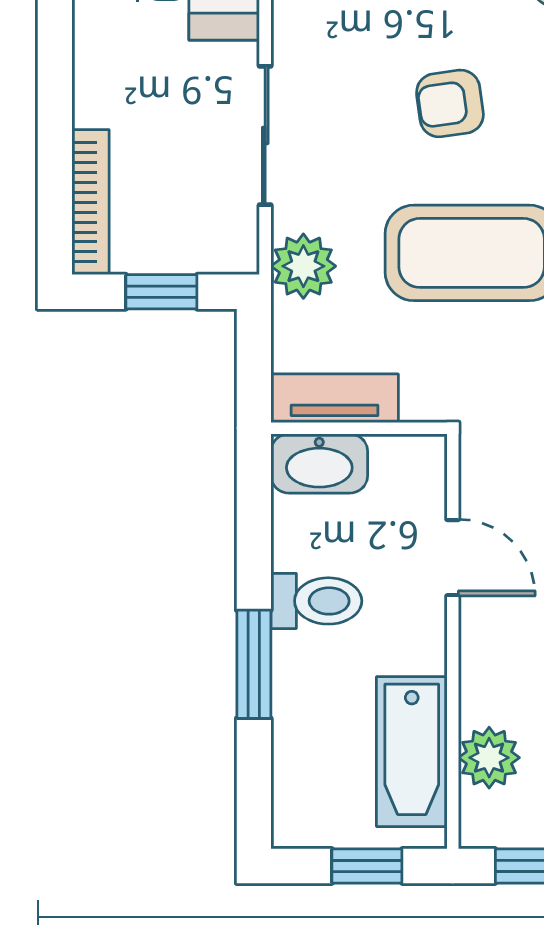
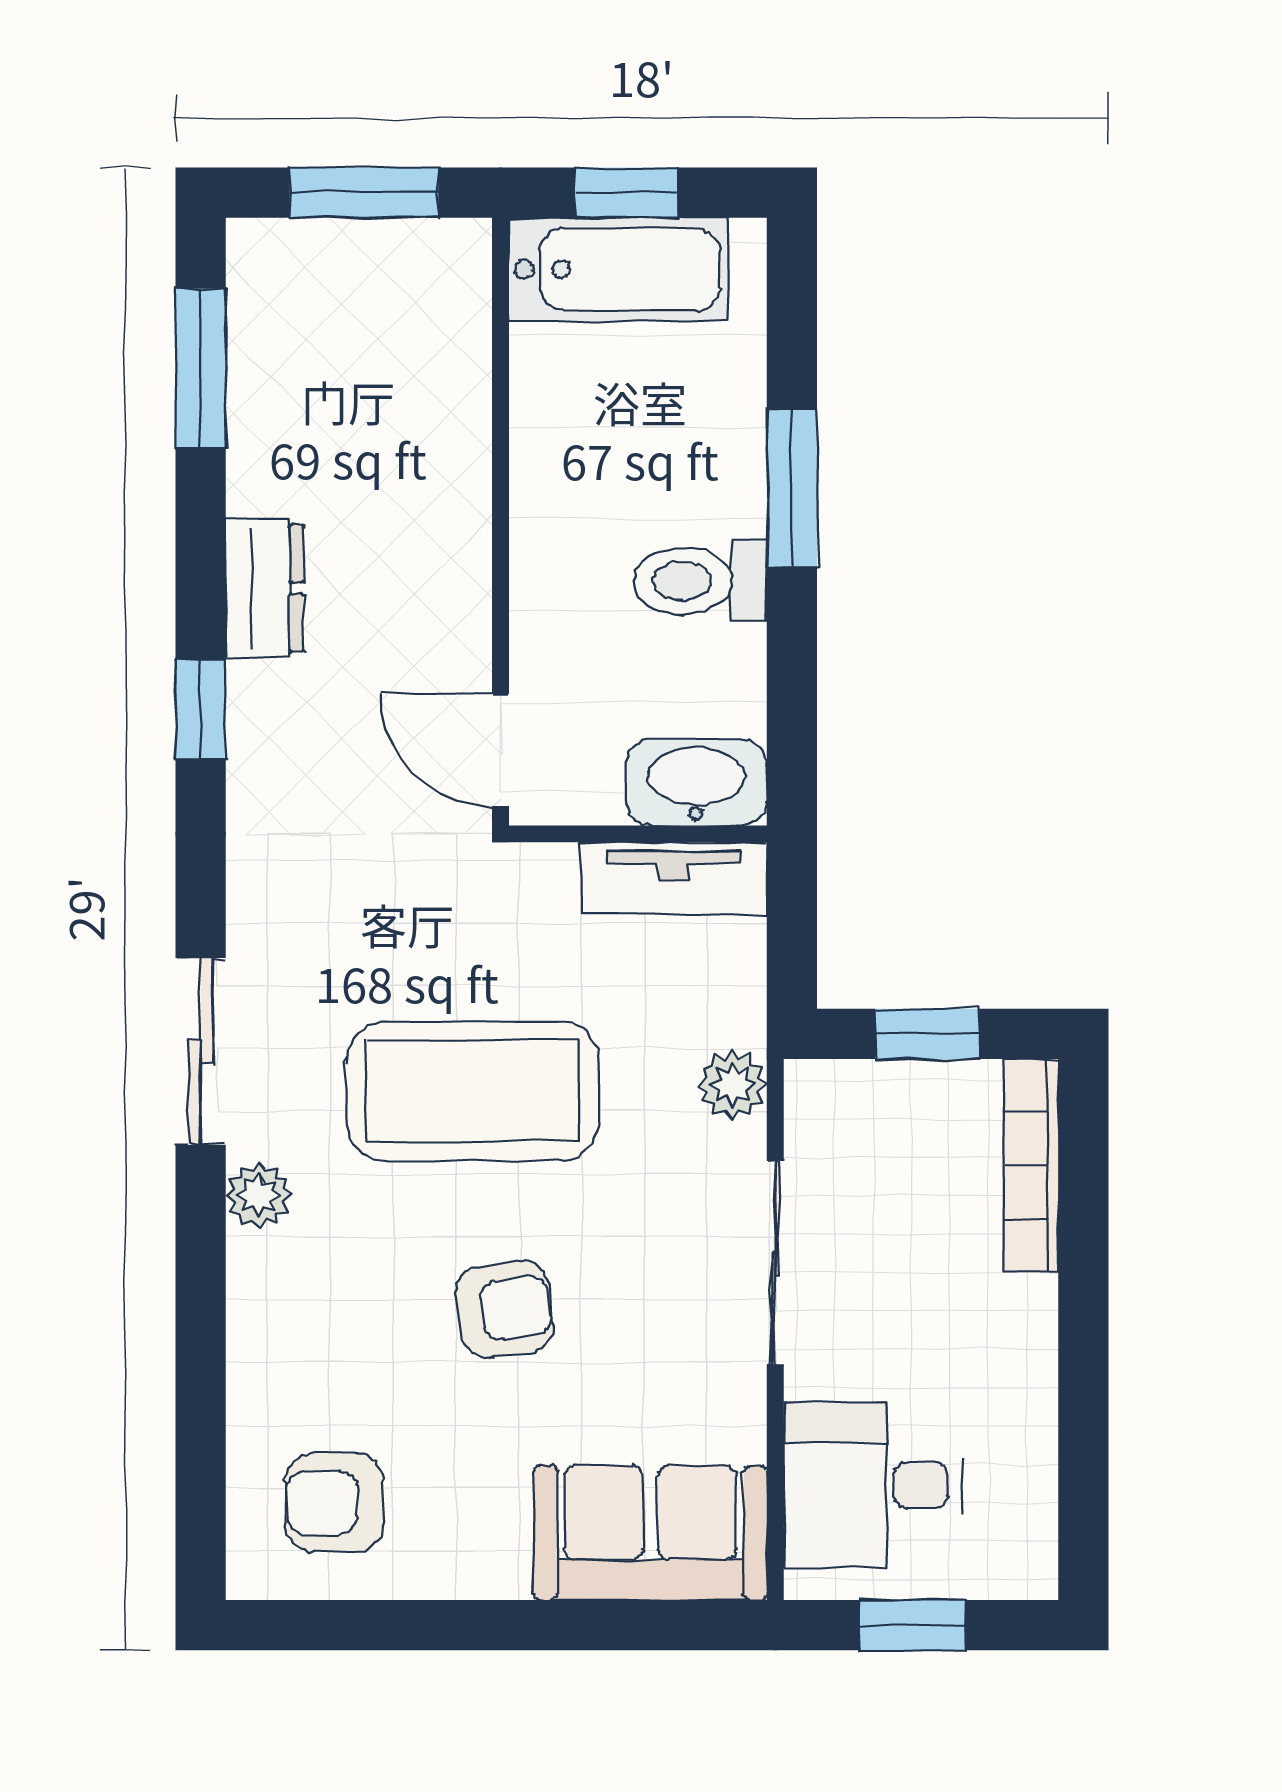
plant: (303, 266) -> (732, 1084), width x0.73, depth x0.73
door: (453, 558) -> (500, 750), moved
bathtub: (412, 752) -> (619, 269), moved, turned 90
plant: (489, 758) -> (447, 351), removed

